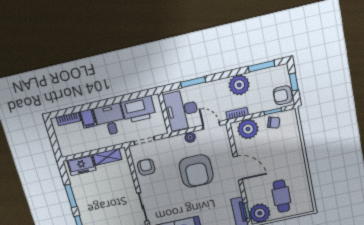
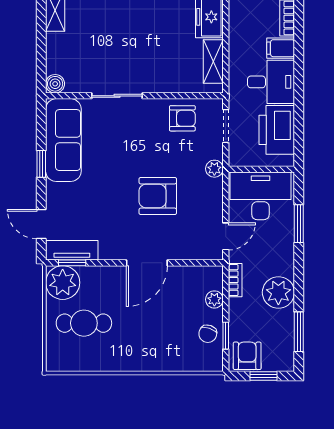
plant: (248, 129) -> (214, 299), width x0.53, depth x0.53
plant: (190, 137) -> (214, 169), moved
armchair: (196, 171) -> (158, 196), width x0.73, depth x0.73

